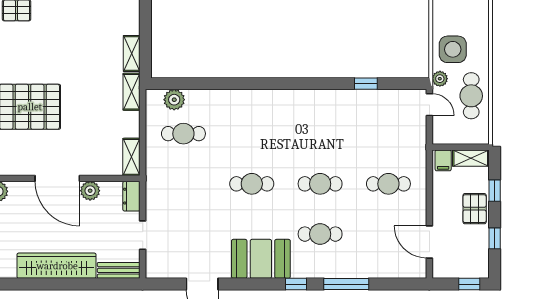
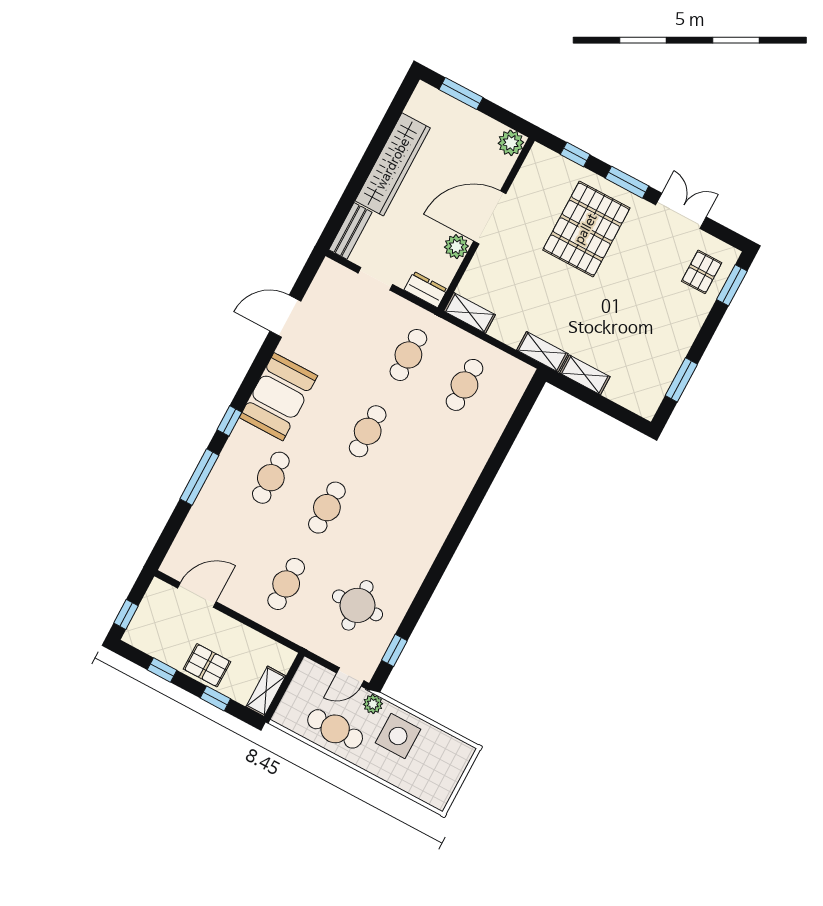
window: (366, 84) -> (394, 650), moved
plant: (174, 100) -> (508, 395), removed
round table: (377, 126) -> (357, 605), added
filing cabinet: (443, 160) -> (280, 659), removed
cafe table: (183, 184) -> (408, 355), added

